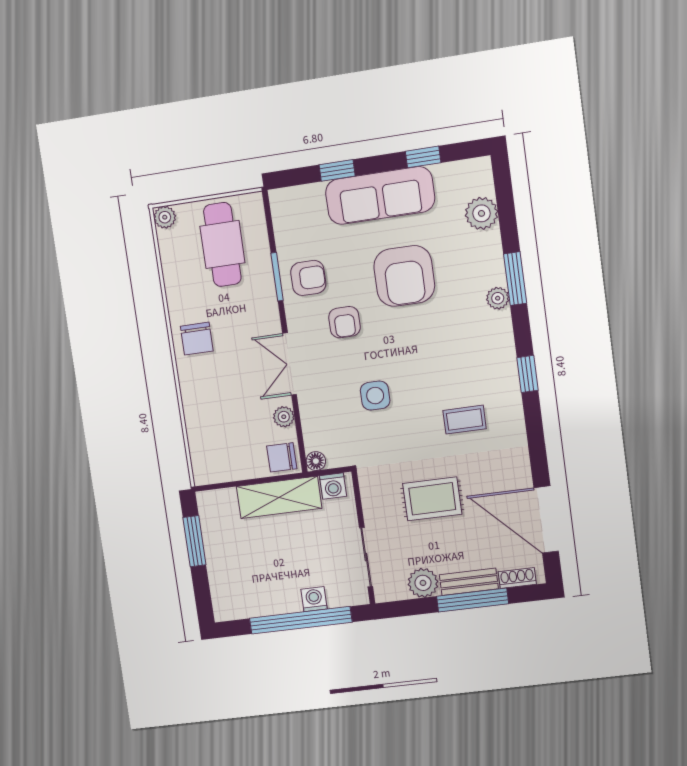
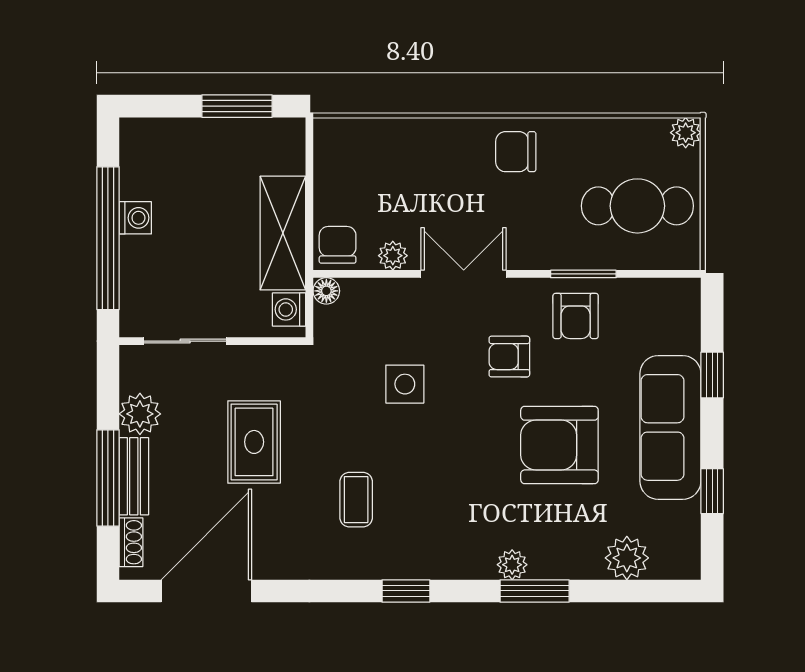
washing machine: (314, 599) -> (135, 218), moved

